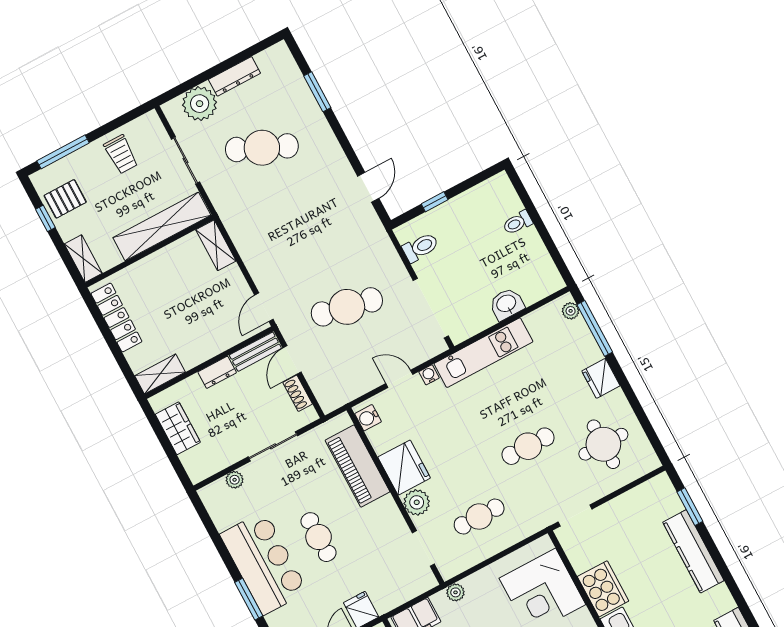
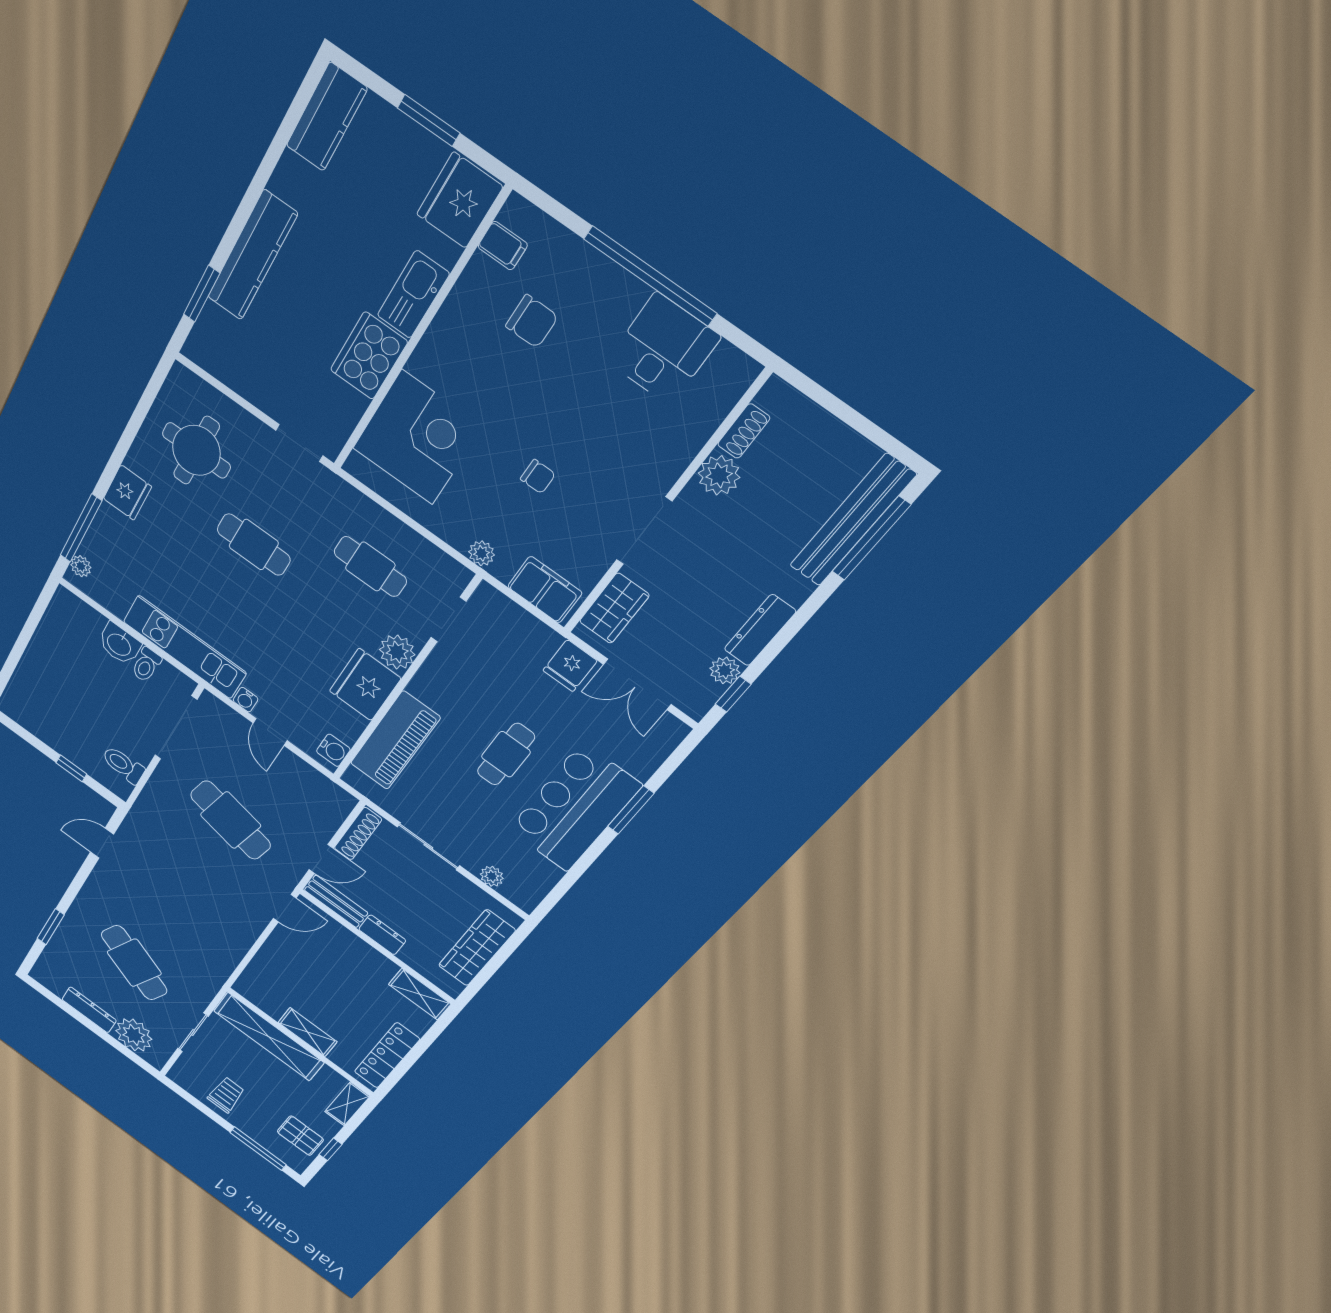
toilet: (518, 223) -> (146, 665), moved, turned 90
shelving: (216, 245) -> (308, 1032), moved, turned 90
shoe rack: (298, 393) -> (358, 834), width x1.43
wardrobe: (178, 428) -> (477, 948), width x1.50

